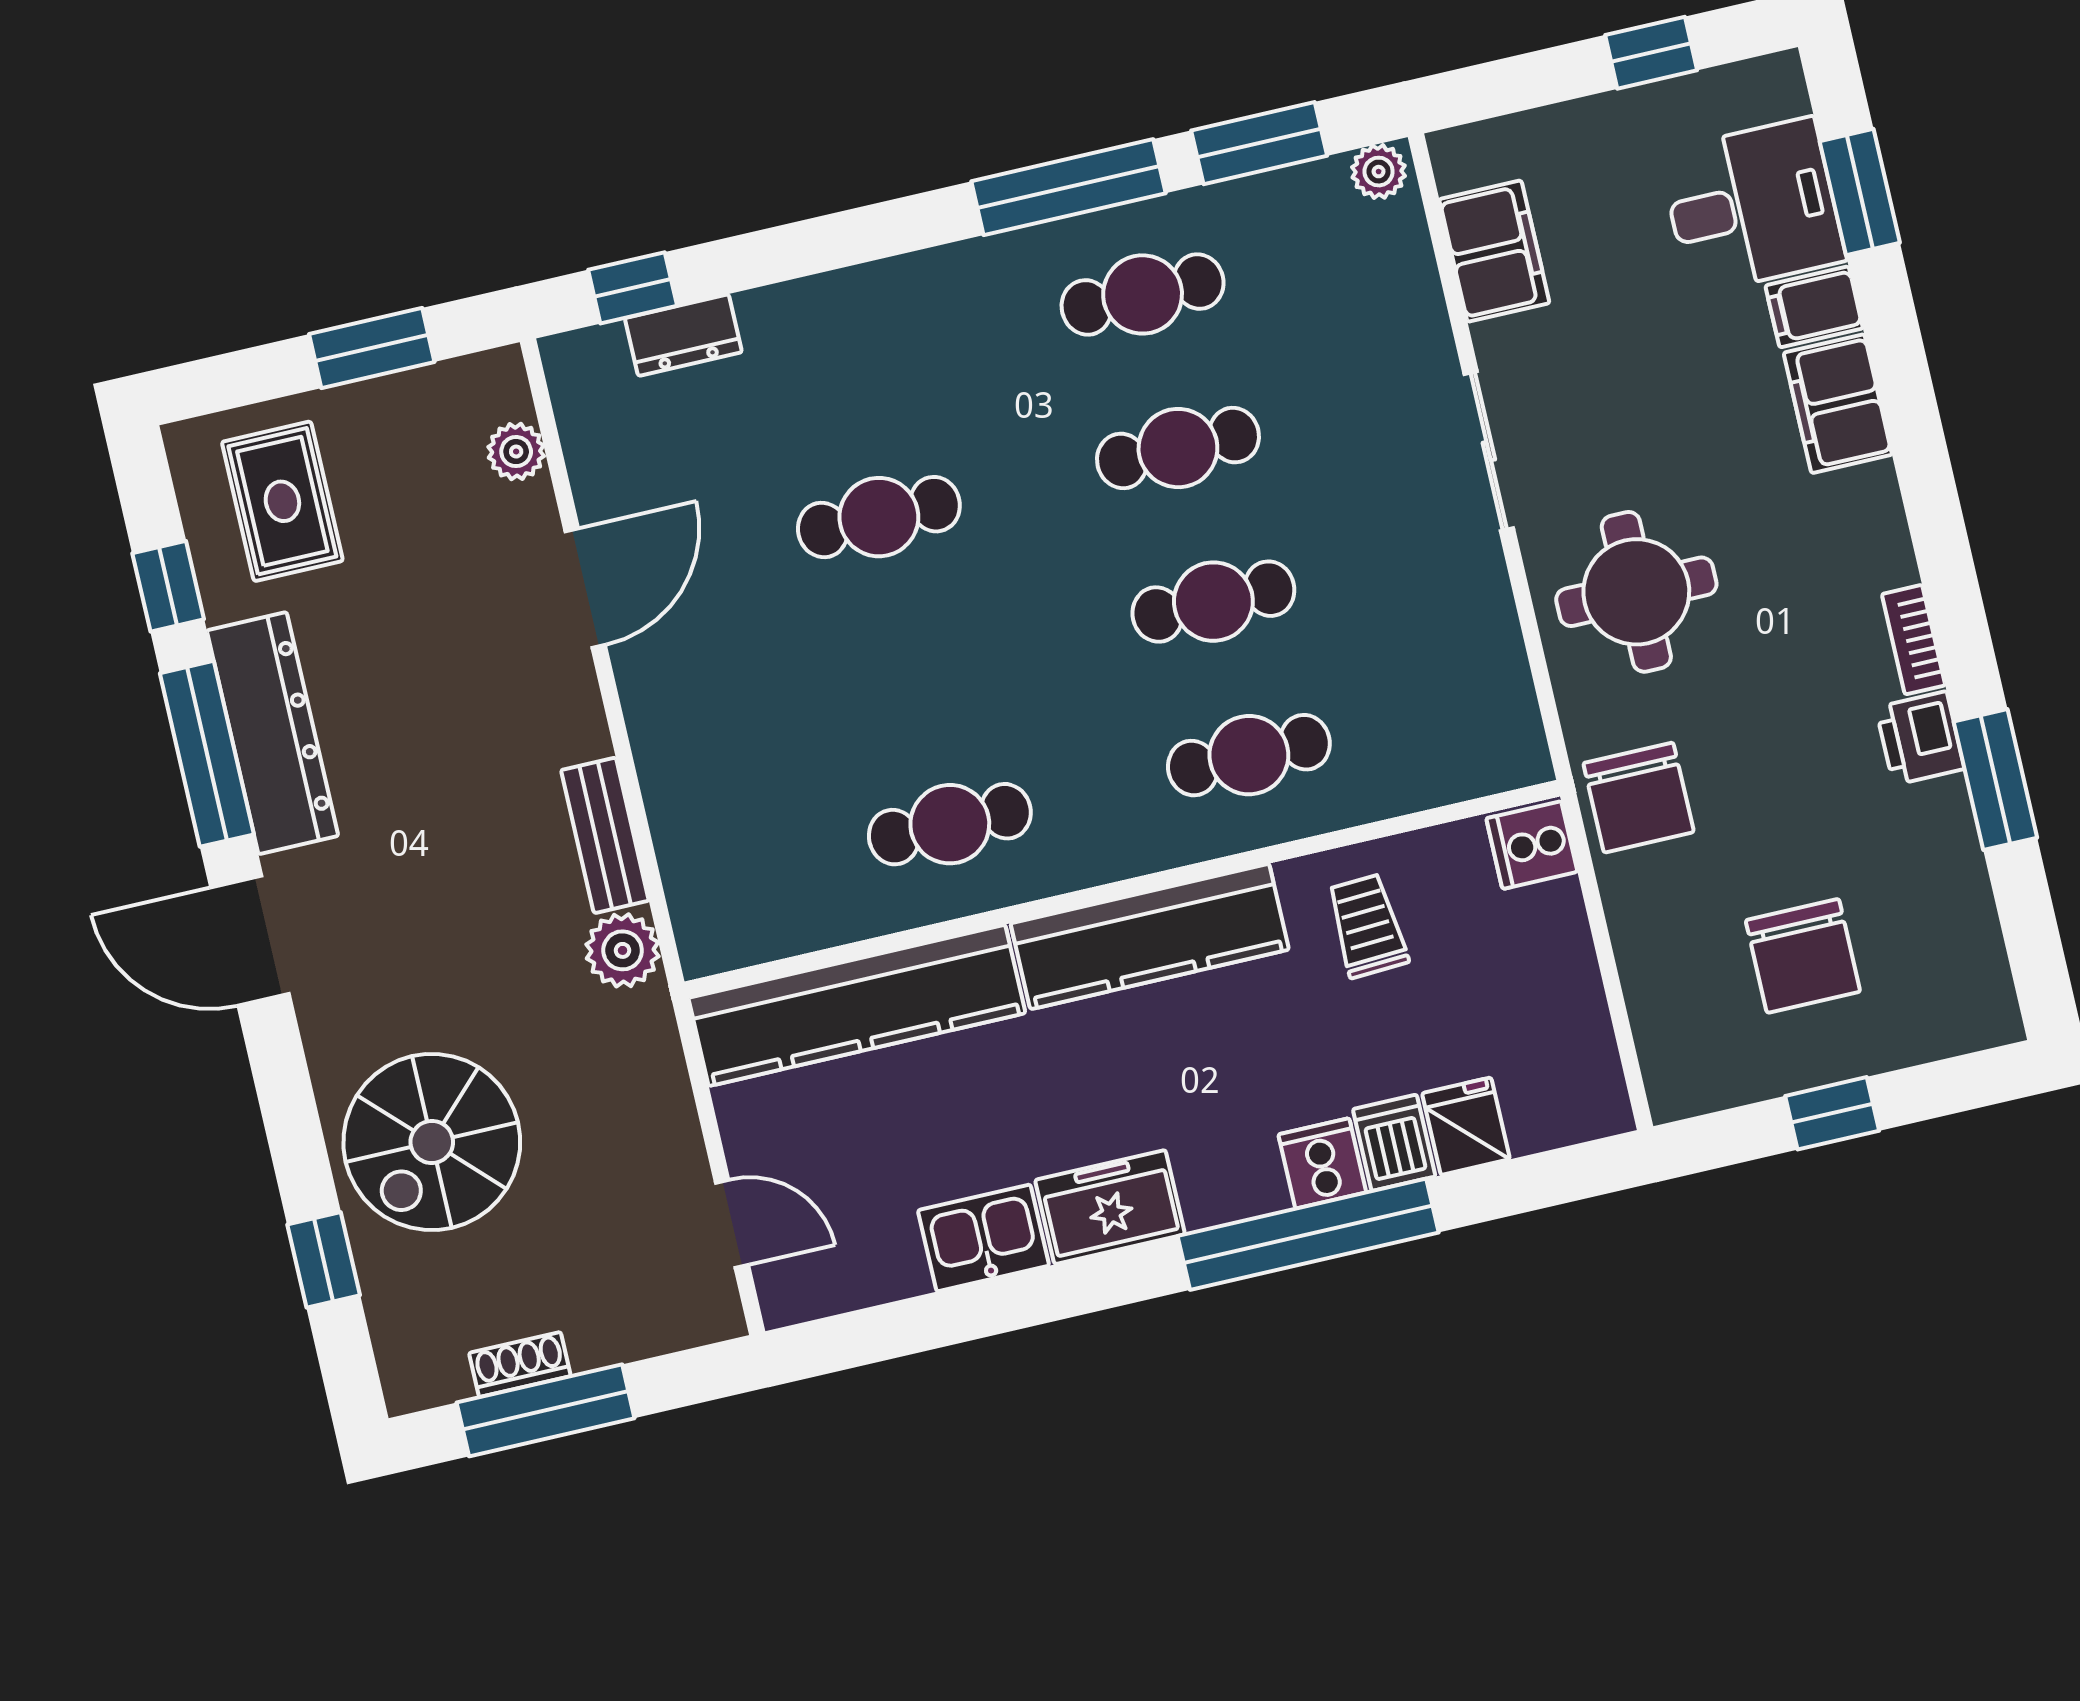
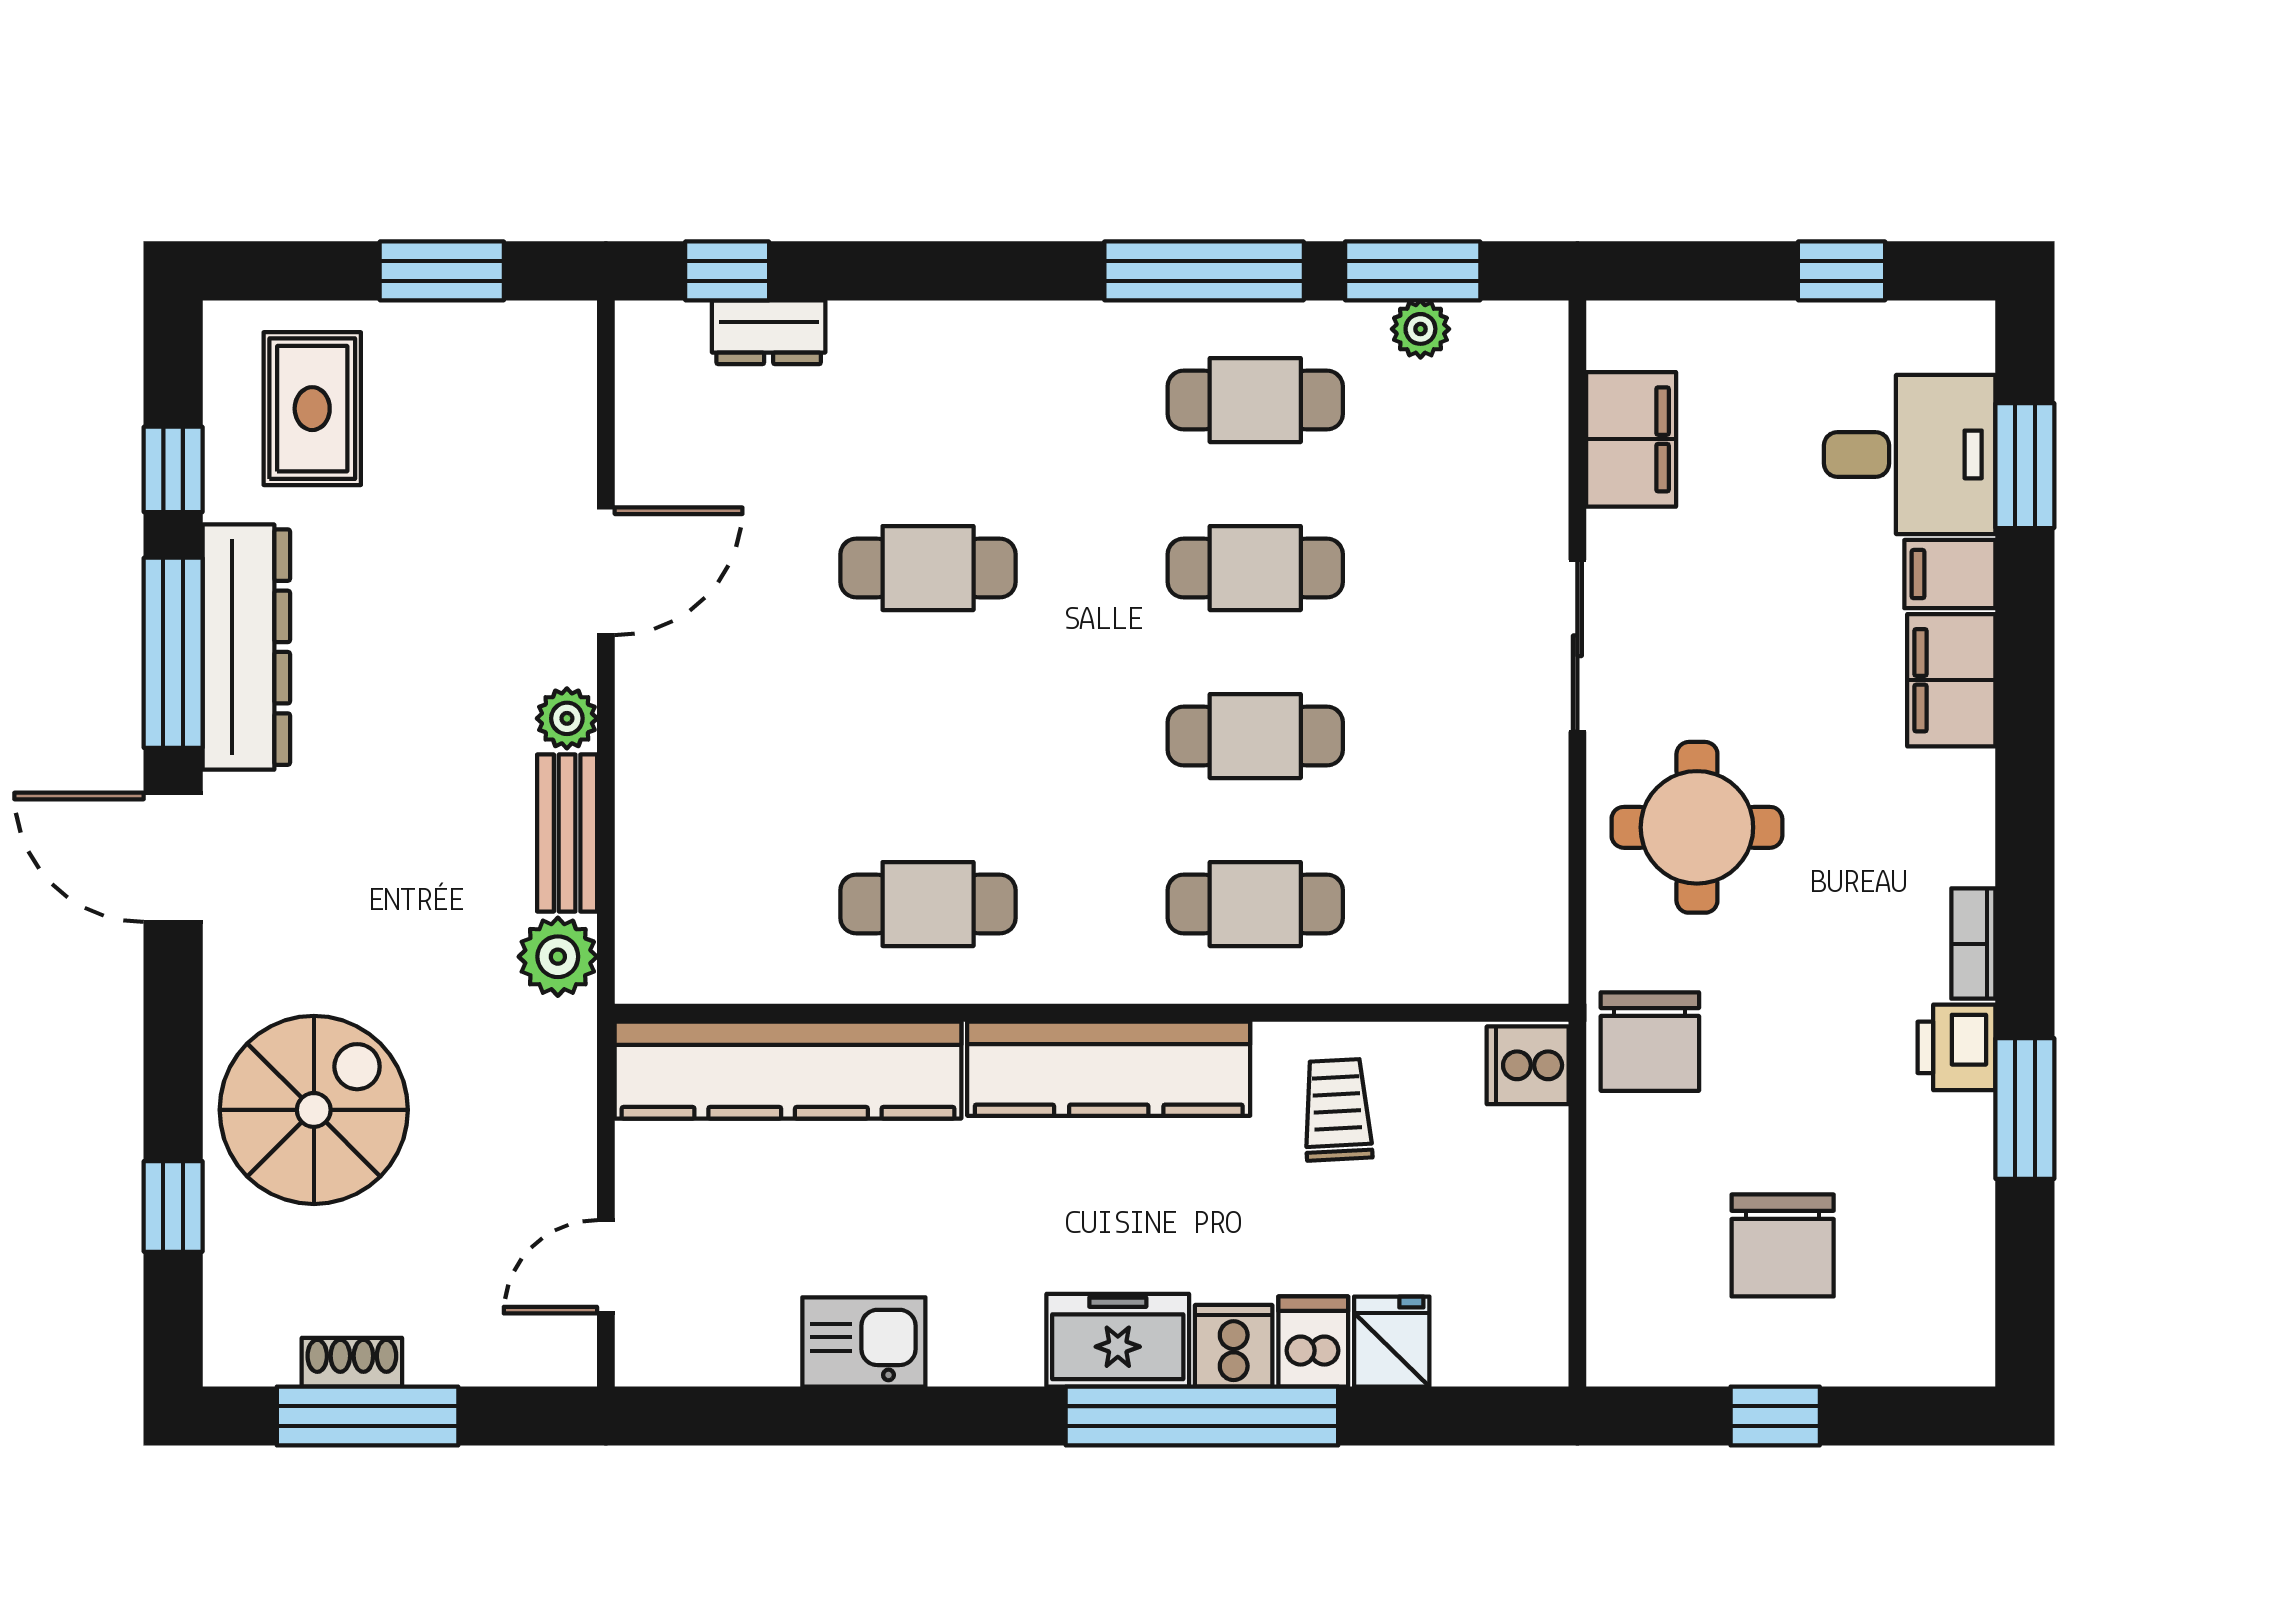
plant: (1379, 172) -> (1420, 329), moved
plant: (516, 452) -> (567, 718), moved
spiral stairs: (432, 1142) -> (314, 1110), turned 180
freezer: (1110, 1207) -> (1118, 1340), moved
door: (732, 1224) -> (606, 1267), swing flipped

